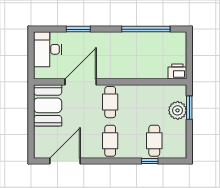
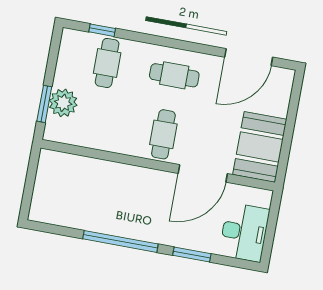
window: (146, 29) -> (120, 241), moved
printer: (177, 72) -> (52, 162), removed
cafe table: (110, 141) -> (174, 75), turned 90
window: (150, 161) -> (102, 30), moved

